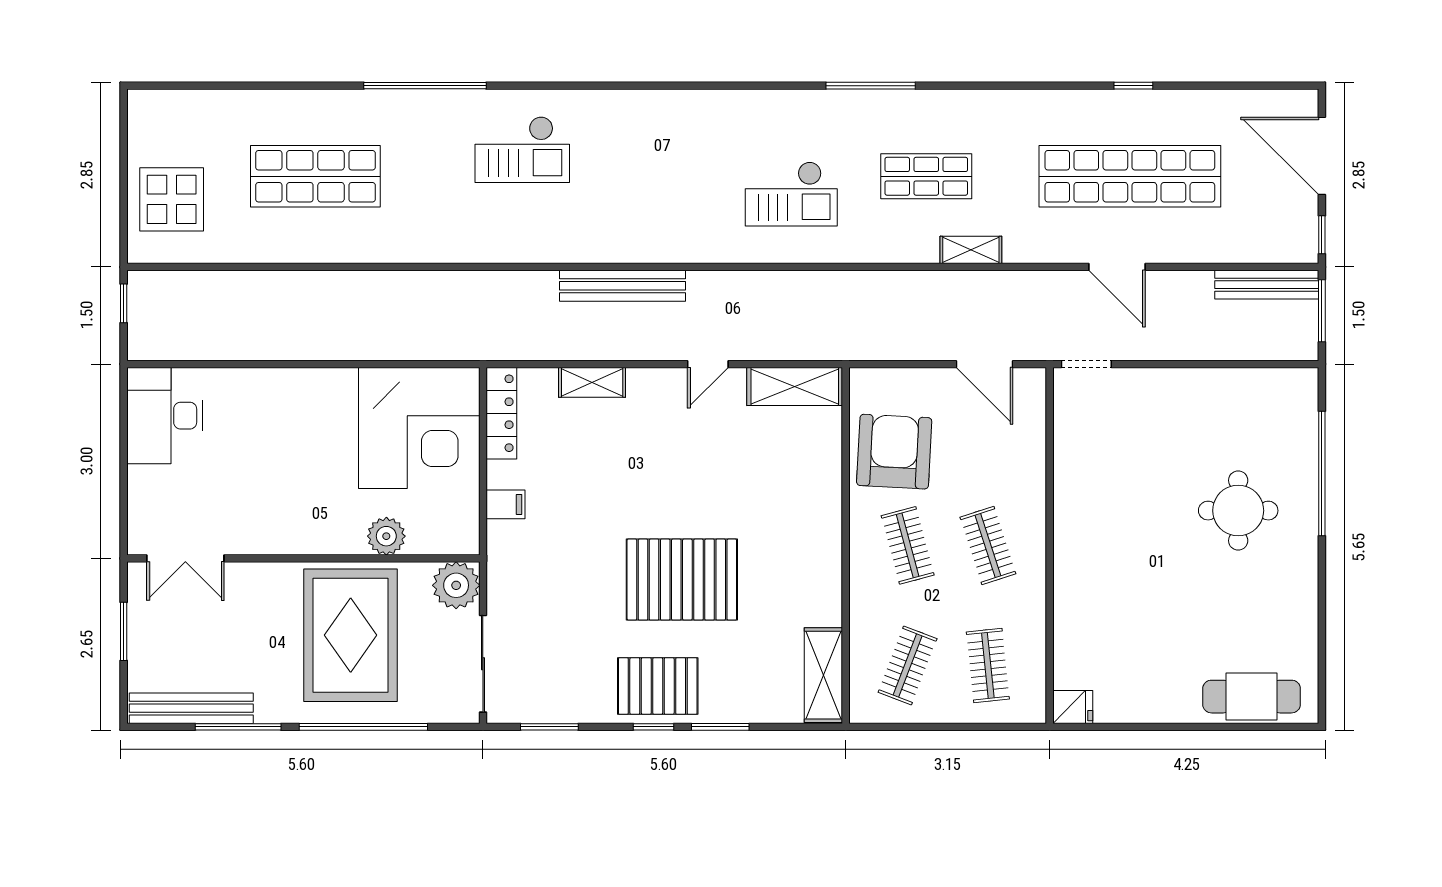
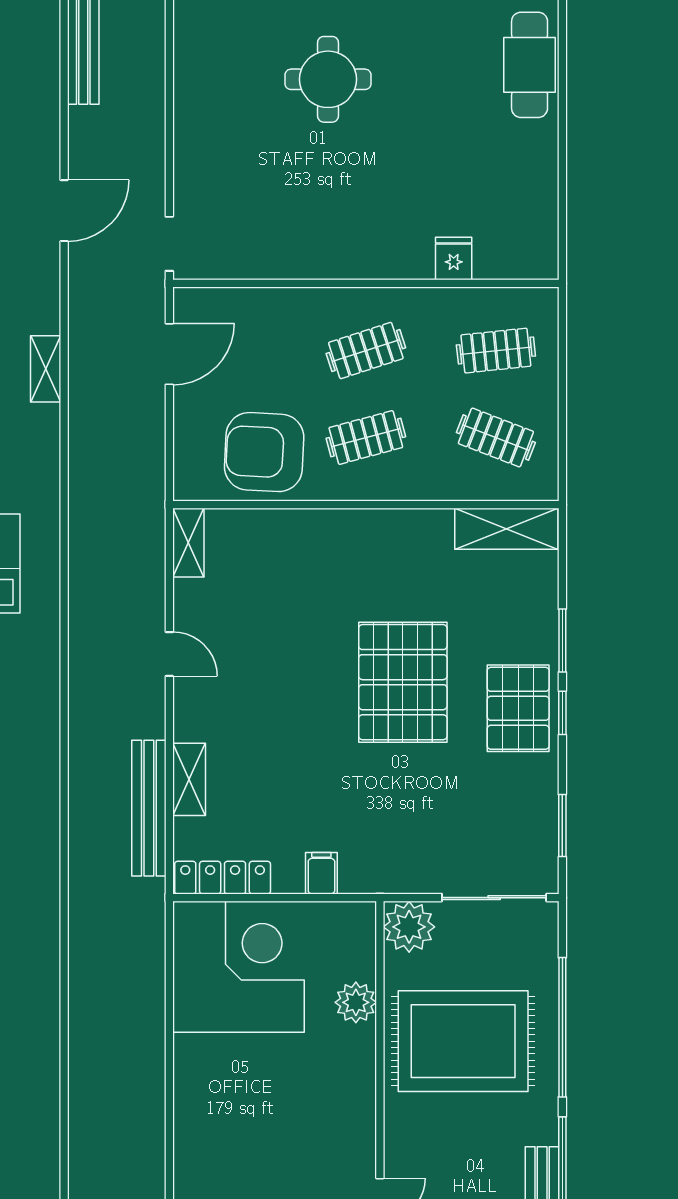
bench: (622, 286) -> (149, 808), moved
shelving: (795, 386) -> (188, 543), width x0.67, depth x0.75
fridge: (1073, 707) -> (454, 259), moved

